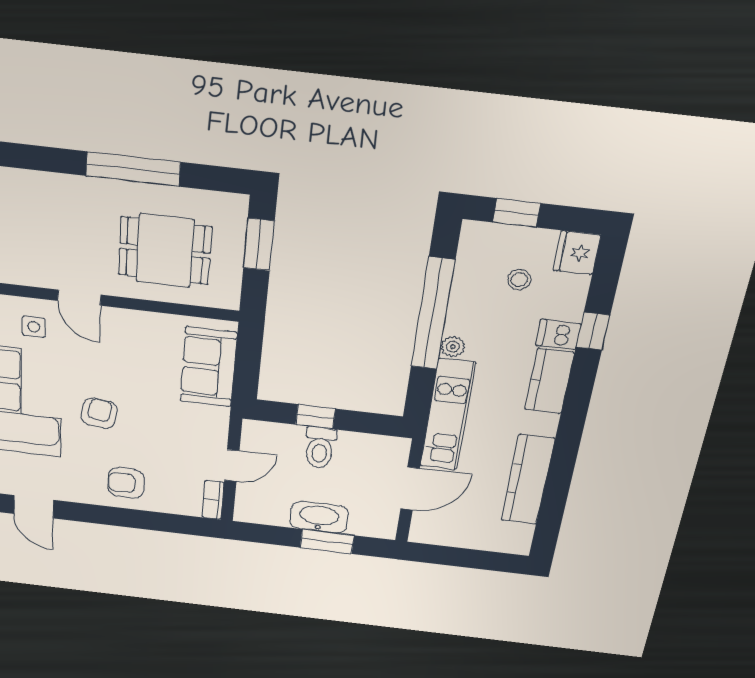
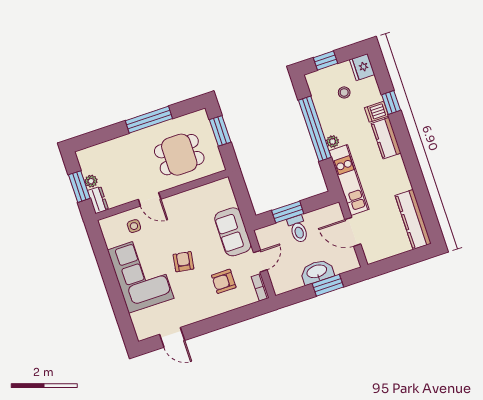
sofa: (209, 367) -> (233, 232), moved
window: (315, 417) -> (288, 212), width x1.50
kitchen counter: (528, 480) -> (413, 220), moved
armchair: (126, 483) -> (224, 281), moved
door: (410, 489) -> (353, 232), swing flipped

